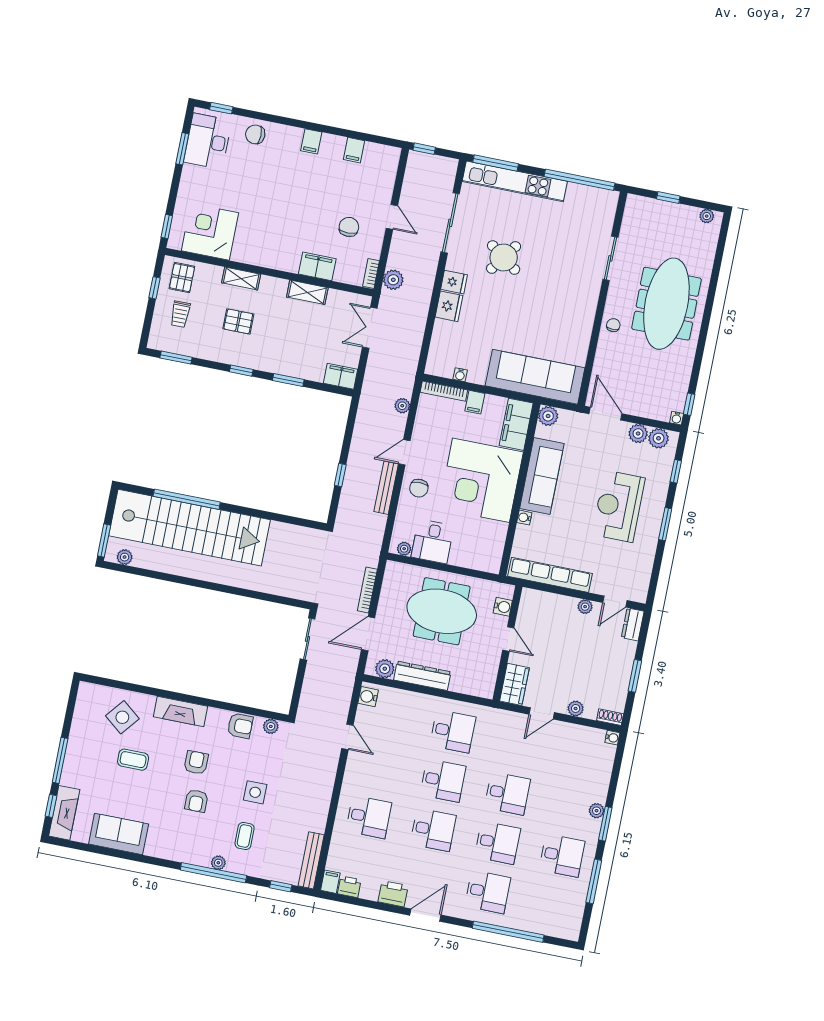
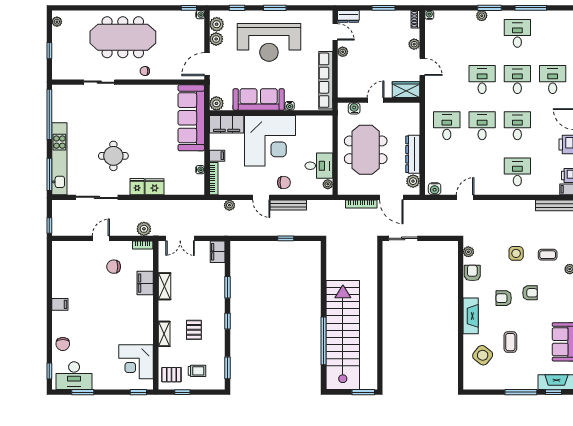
filing cabinet: (354, 150) -> (60, 274), removed
round table: (504, 258) -> (113, 156), turned -36
reception desk: (619, 506) -> (269, 42), width x1.36, depth x1.30
plant: (125, 557) -> (372, 376), removed

